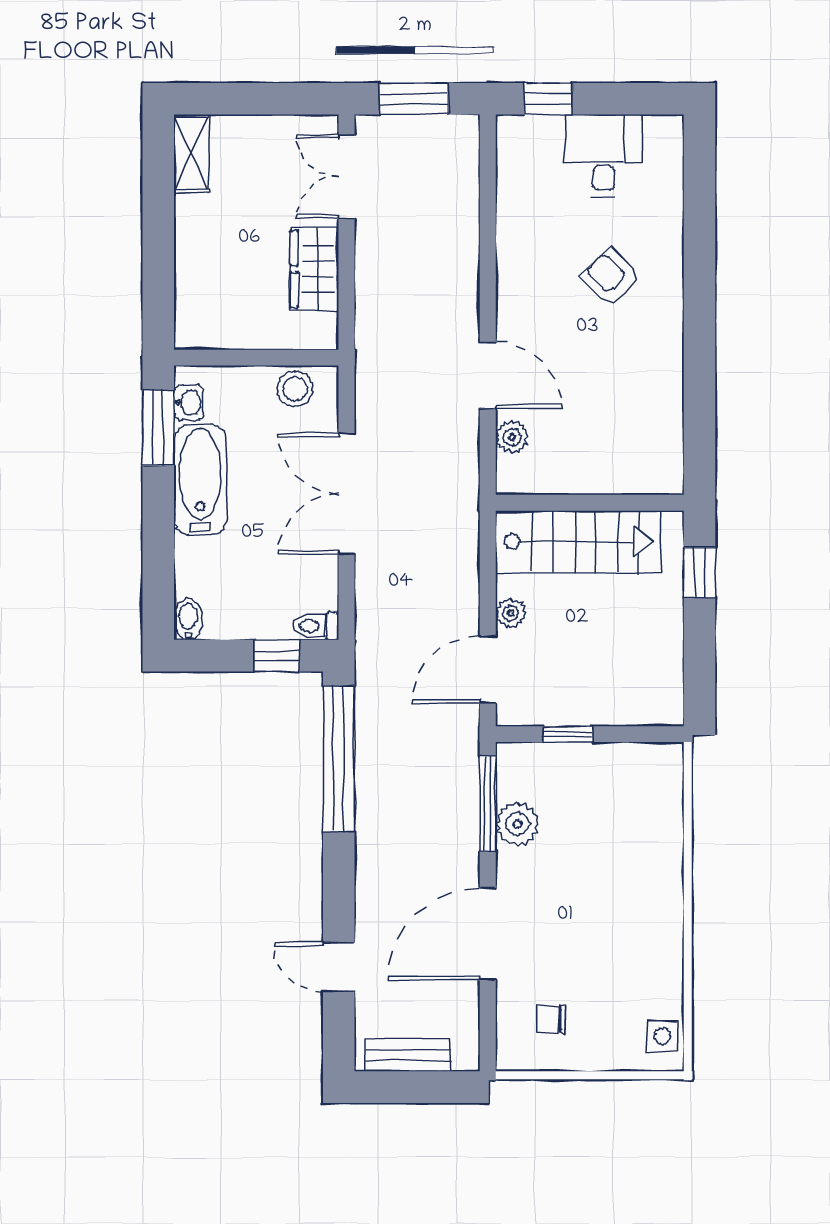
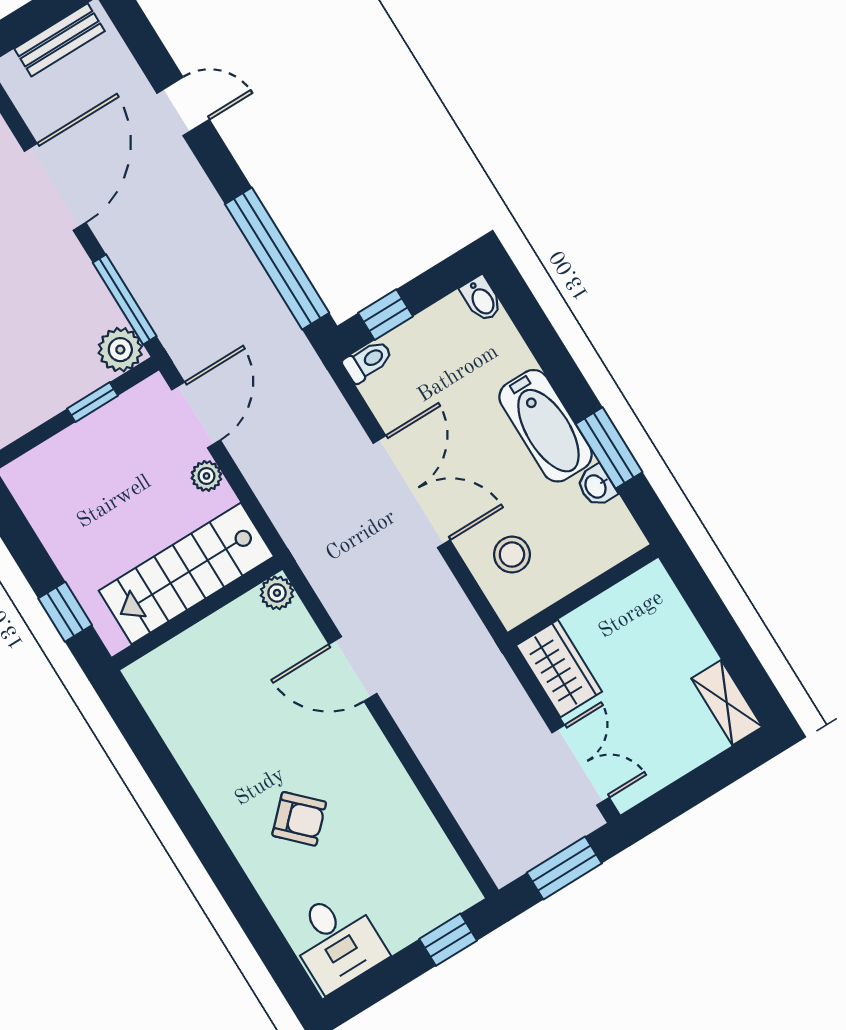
desk: (604, 156) -> (336, 941), moved
wall: (256, 358) -> (583, 595), moved
plant: (512, 437) -> (277, 593), moved
plant: (517, 824) -> (120, 350), moved
door: (339, 967) -> (183, 106), moved

